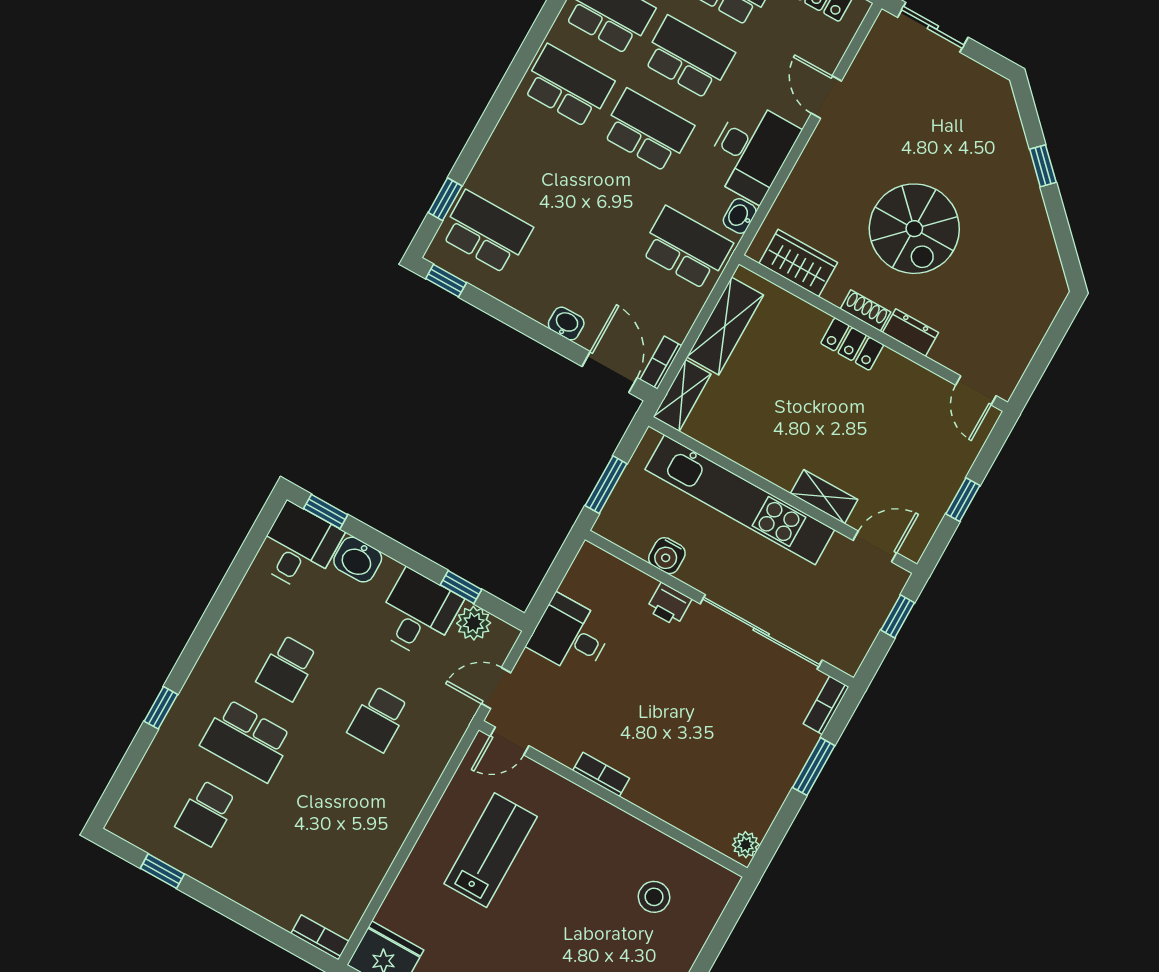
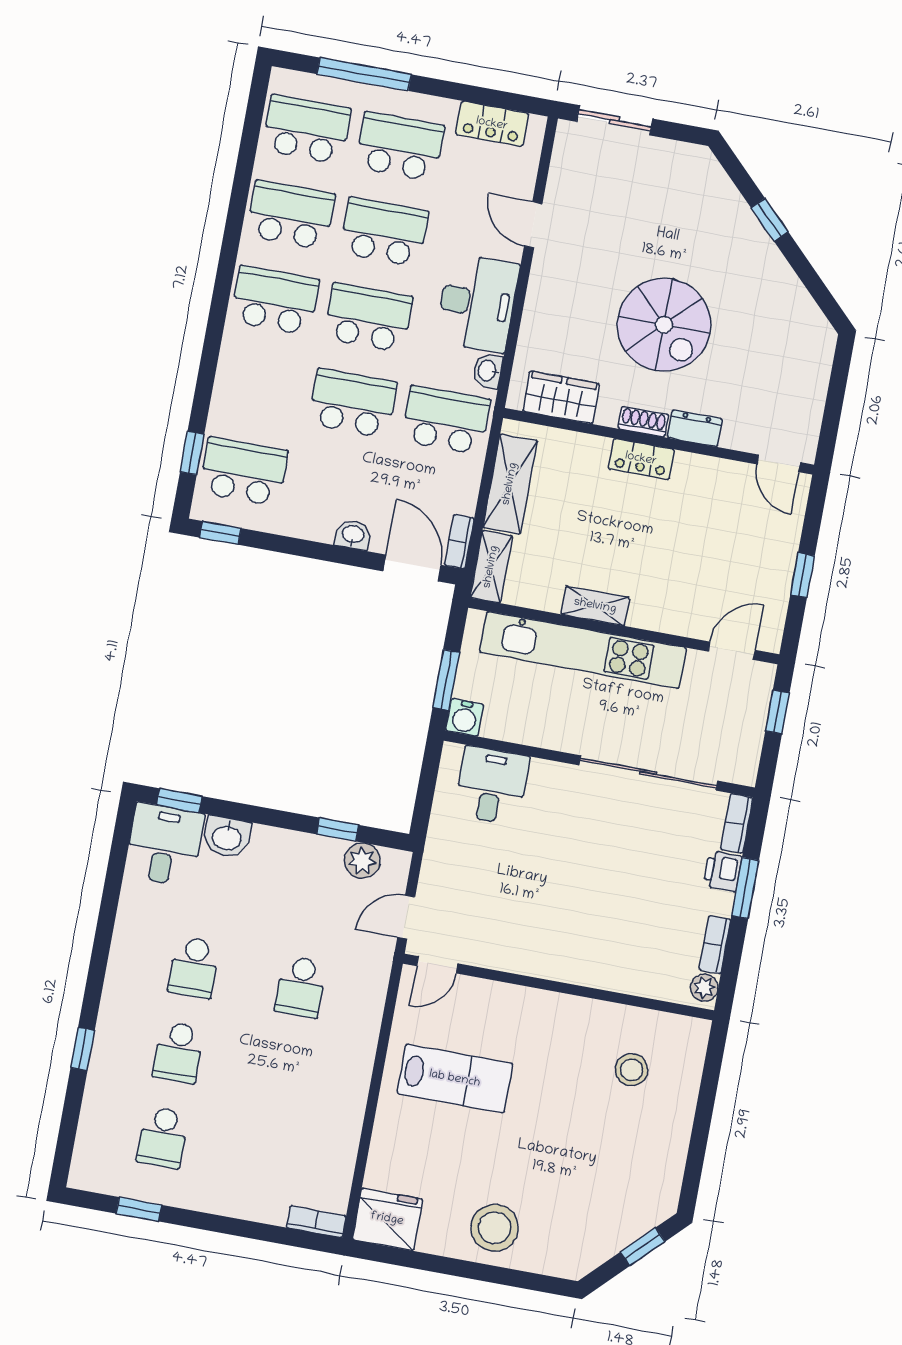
school desk: (607, 204) -> (353, 403), added
shelving: (824, 497) -> (595, 606), moved
water cooler: (667, 556) -> (465, 718), moved
printer: (669, 604) -> (723, 871), moved, turned 90
desk: (418, 614) -> (304, 870), removed
desk: (570, 636) -> (492, 786), moved, turned 90
school desk: (247, 740) -> (178, 1052), width x0.54
bookcase: (601, 774) -> (715, 945), moved, turned -90
lab bench: (491, 850) -> (455, 1079), turned 90

